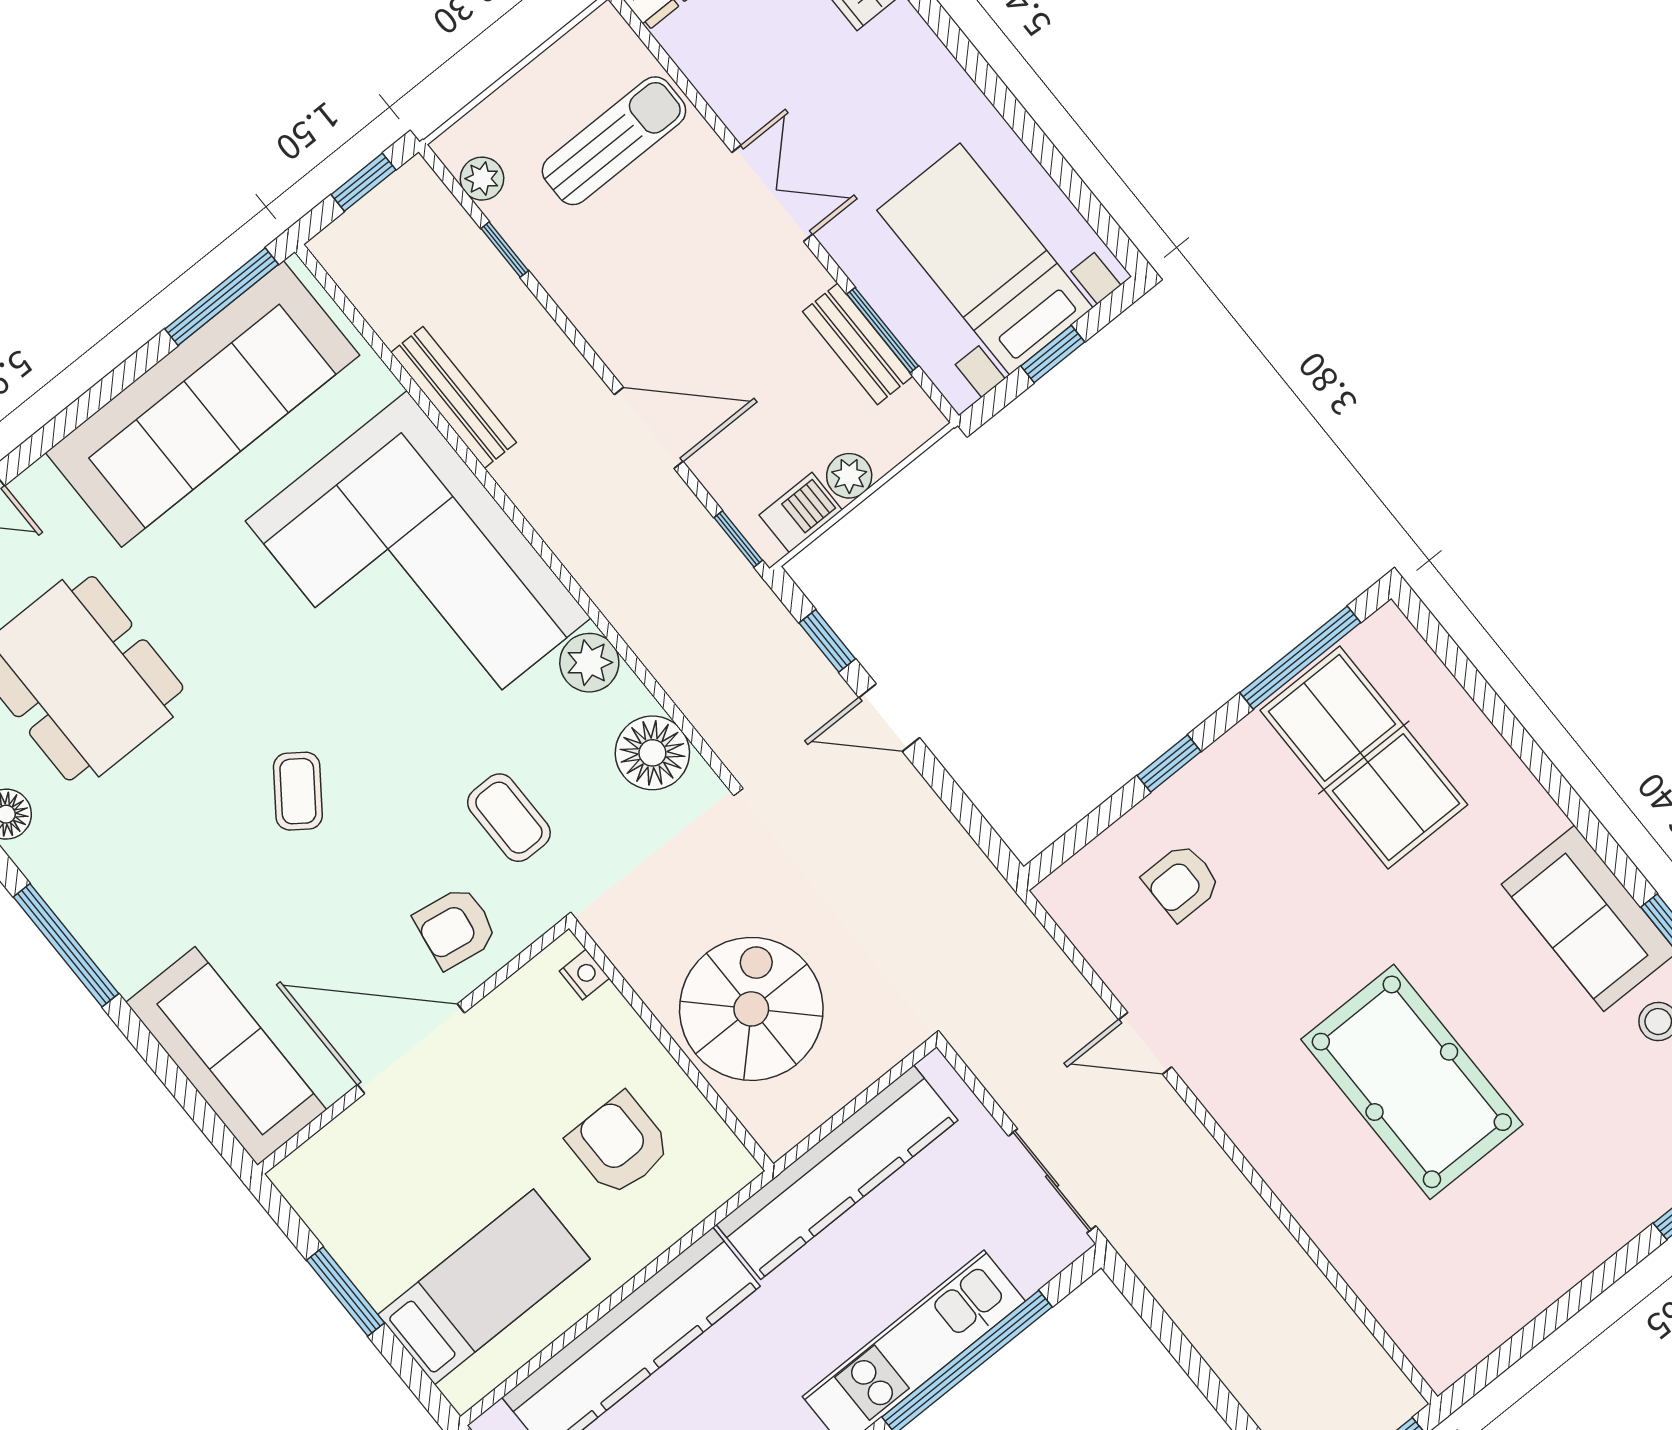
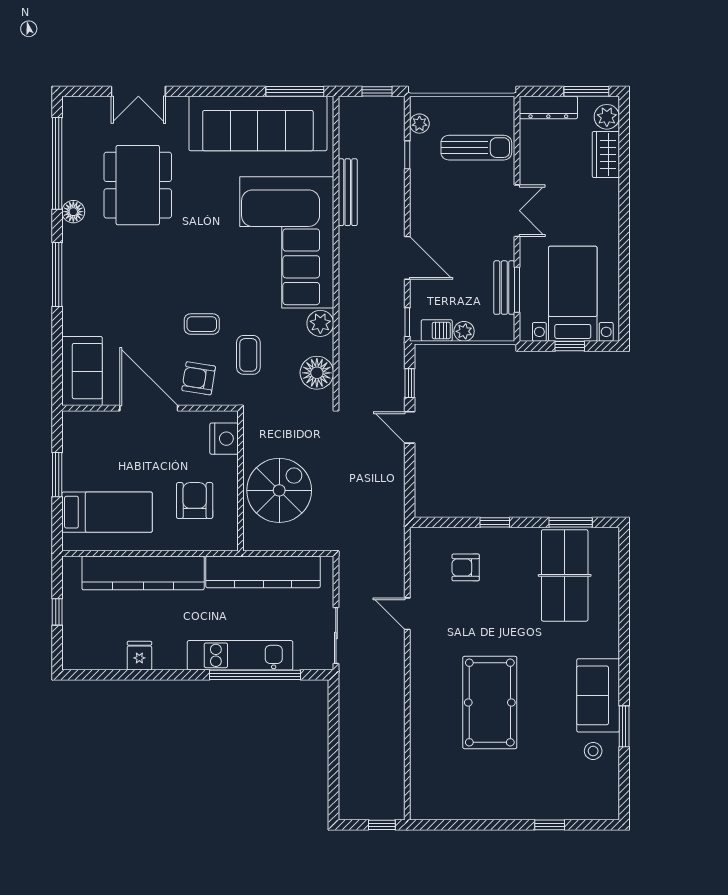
window: (1300, 658) -> (571, 522), width x0.69
coffee table: (298, 791) -> (202, 324), moved, turned 54
nightstand: (584, 975) -> (224, 439), width x1.89, depth x1.79
sofa: (226, 1056) -> (82, 371), width x0.73

